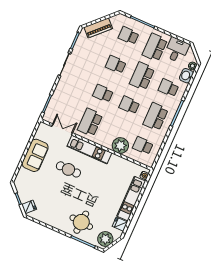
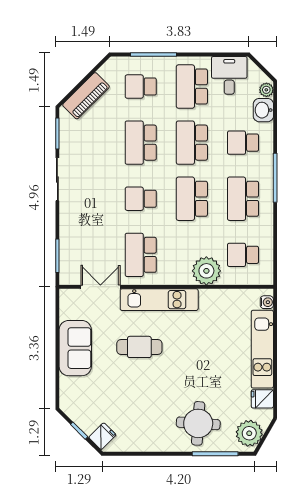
school desk: (116, 64) -> (141, 143), width x1.85
school desk: (129, 105) -> (192, 199), width x1.85

